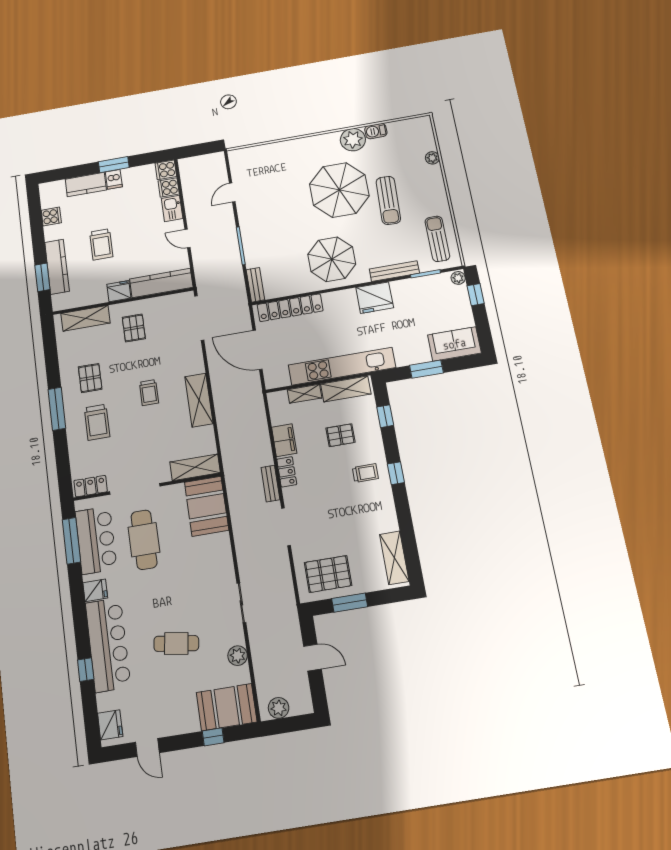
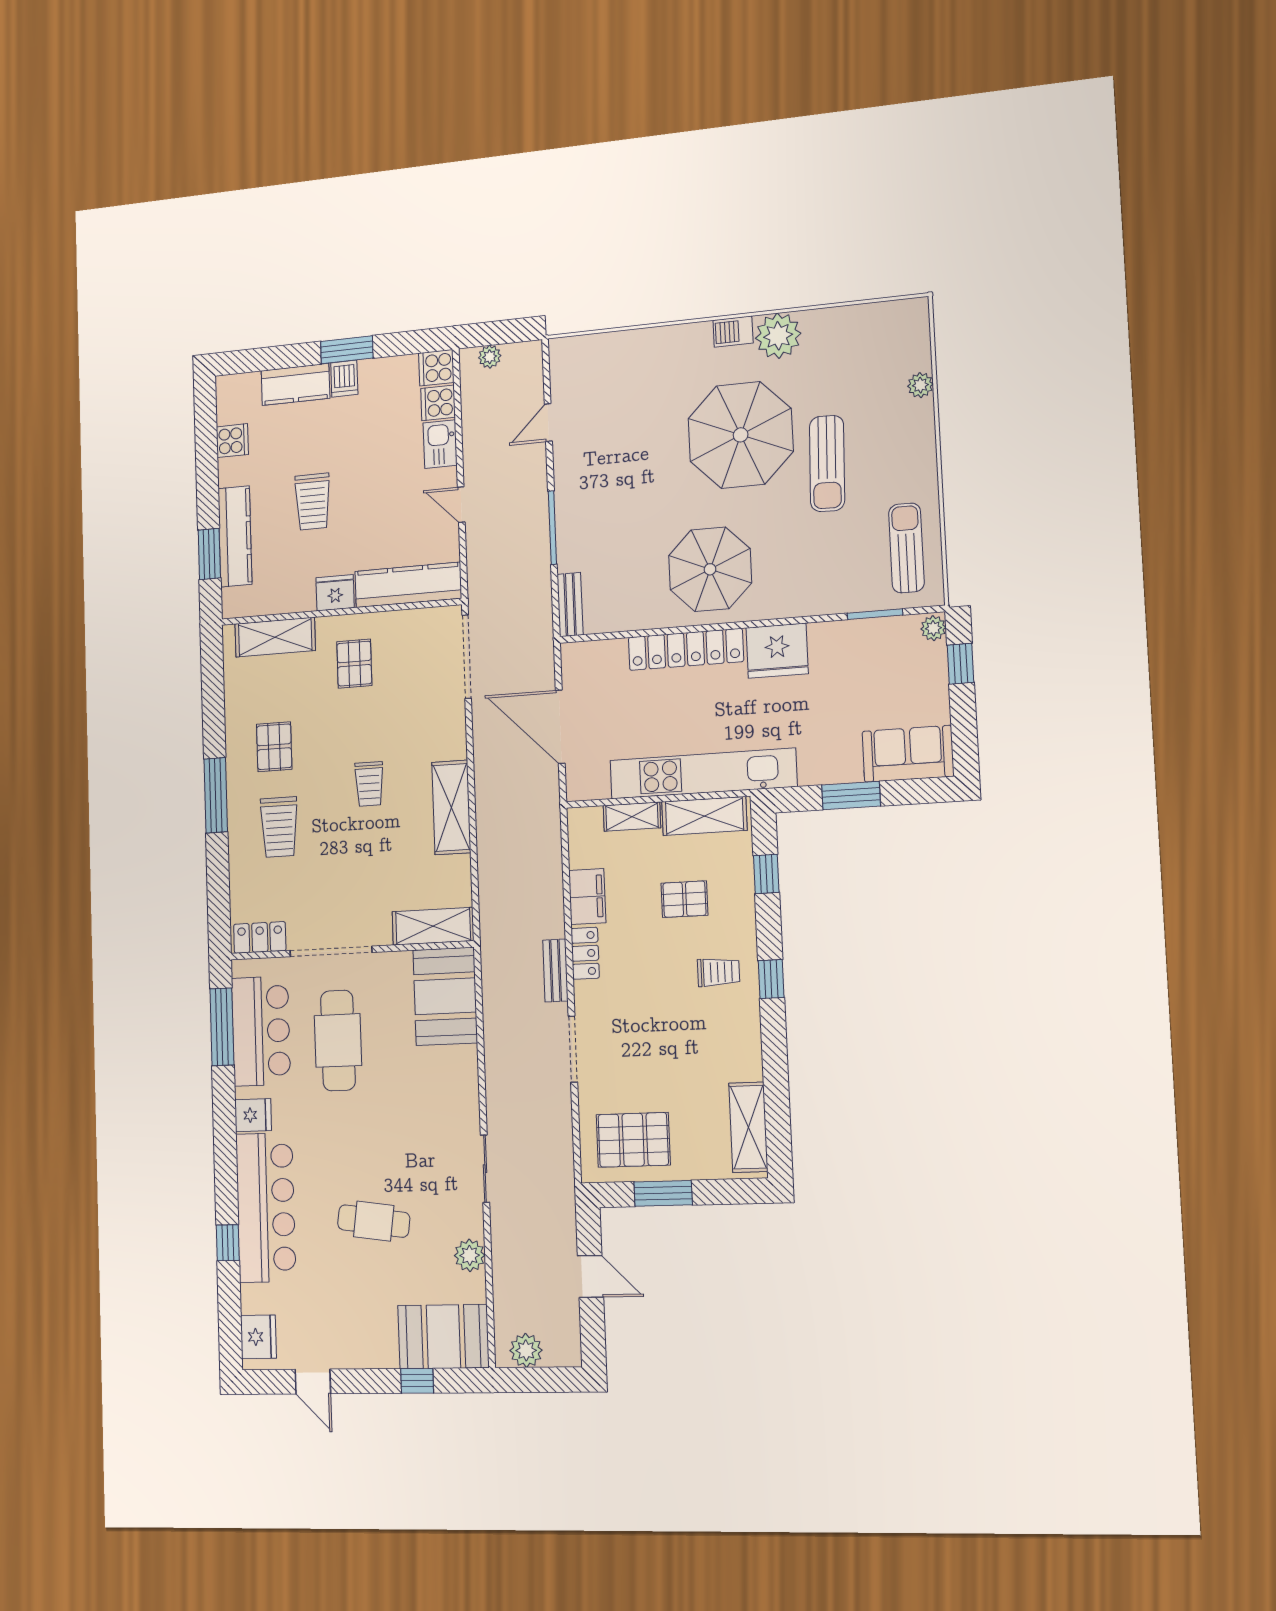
barbecue: (376, 131) -> (733, 332), moved
plant: (195, 162) -> (490, 357), added
bench: (394, 271) -> (819, 603), removed
locker: (290, 308) -> (686, 649), moved

